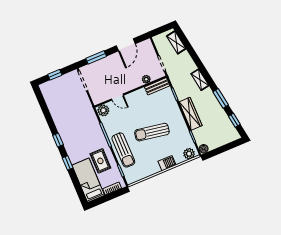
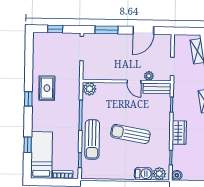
door: (117, 97) -> (134, 82), moved
wardrobe: (191, 114) -> (179, 133), width x0.67
rug: (100, 161) -> (47, 88), moved
window: (68, 163) -> (28, 145), moved
barbecue: (167, 163) -> (143, 174), moved

